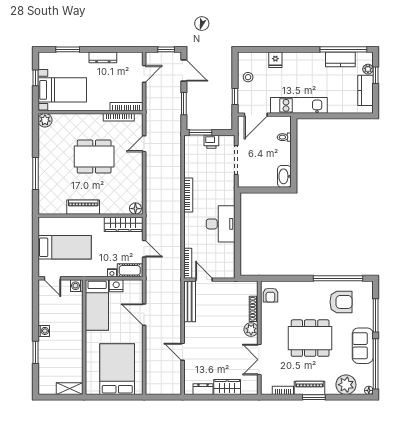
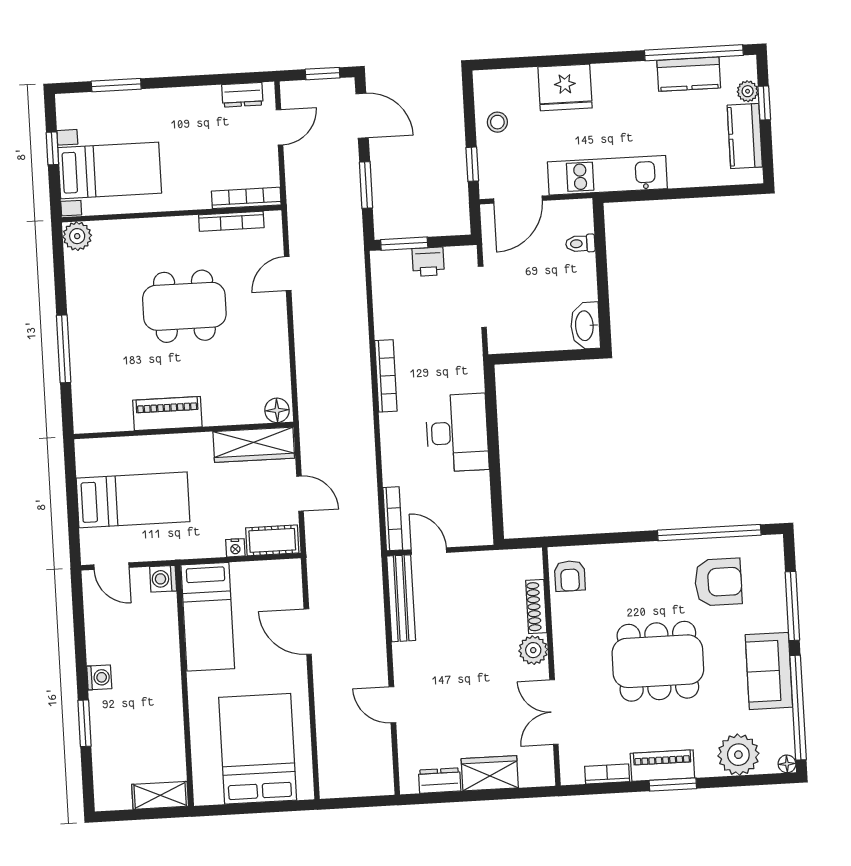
dresser: (103, 57) -> (242, 95), moved, width x0.70
fridge: (275, 60) -> (565, 87), width x1.88, depth x1.34
nightstand: (116, 286) -> (246, 574), removed

